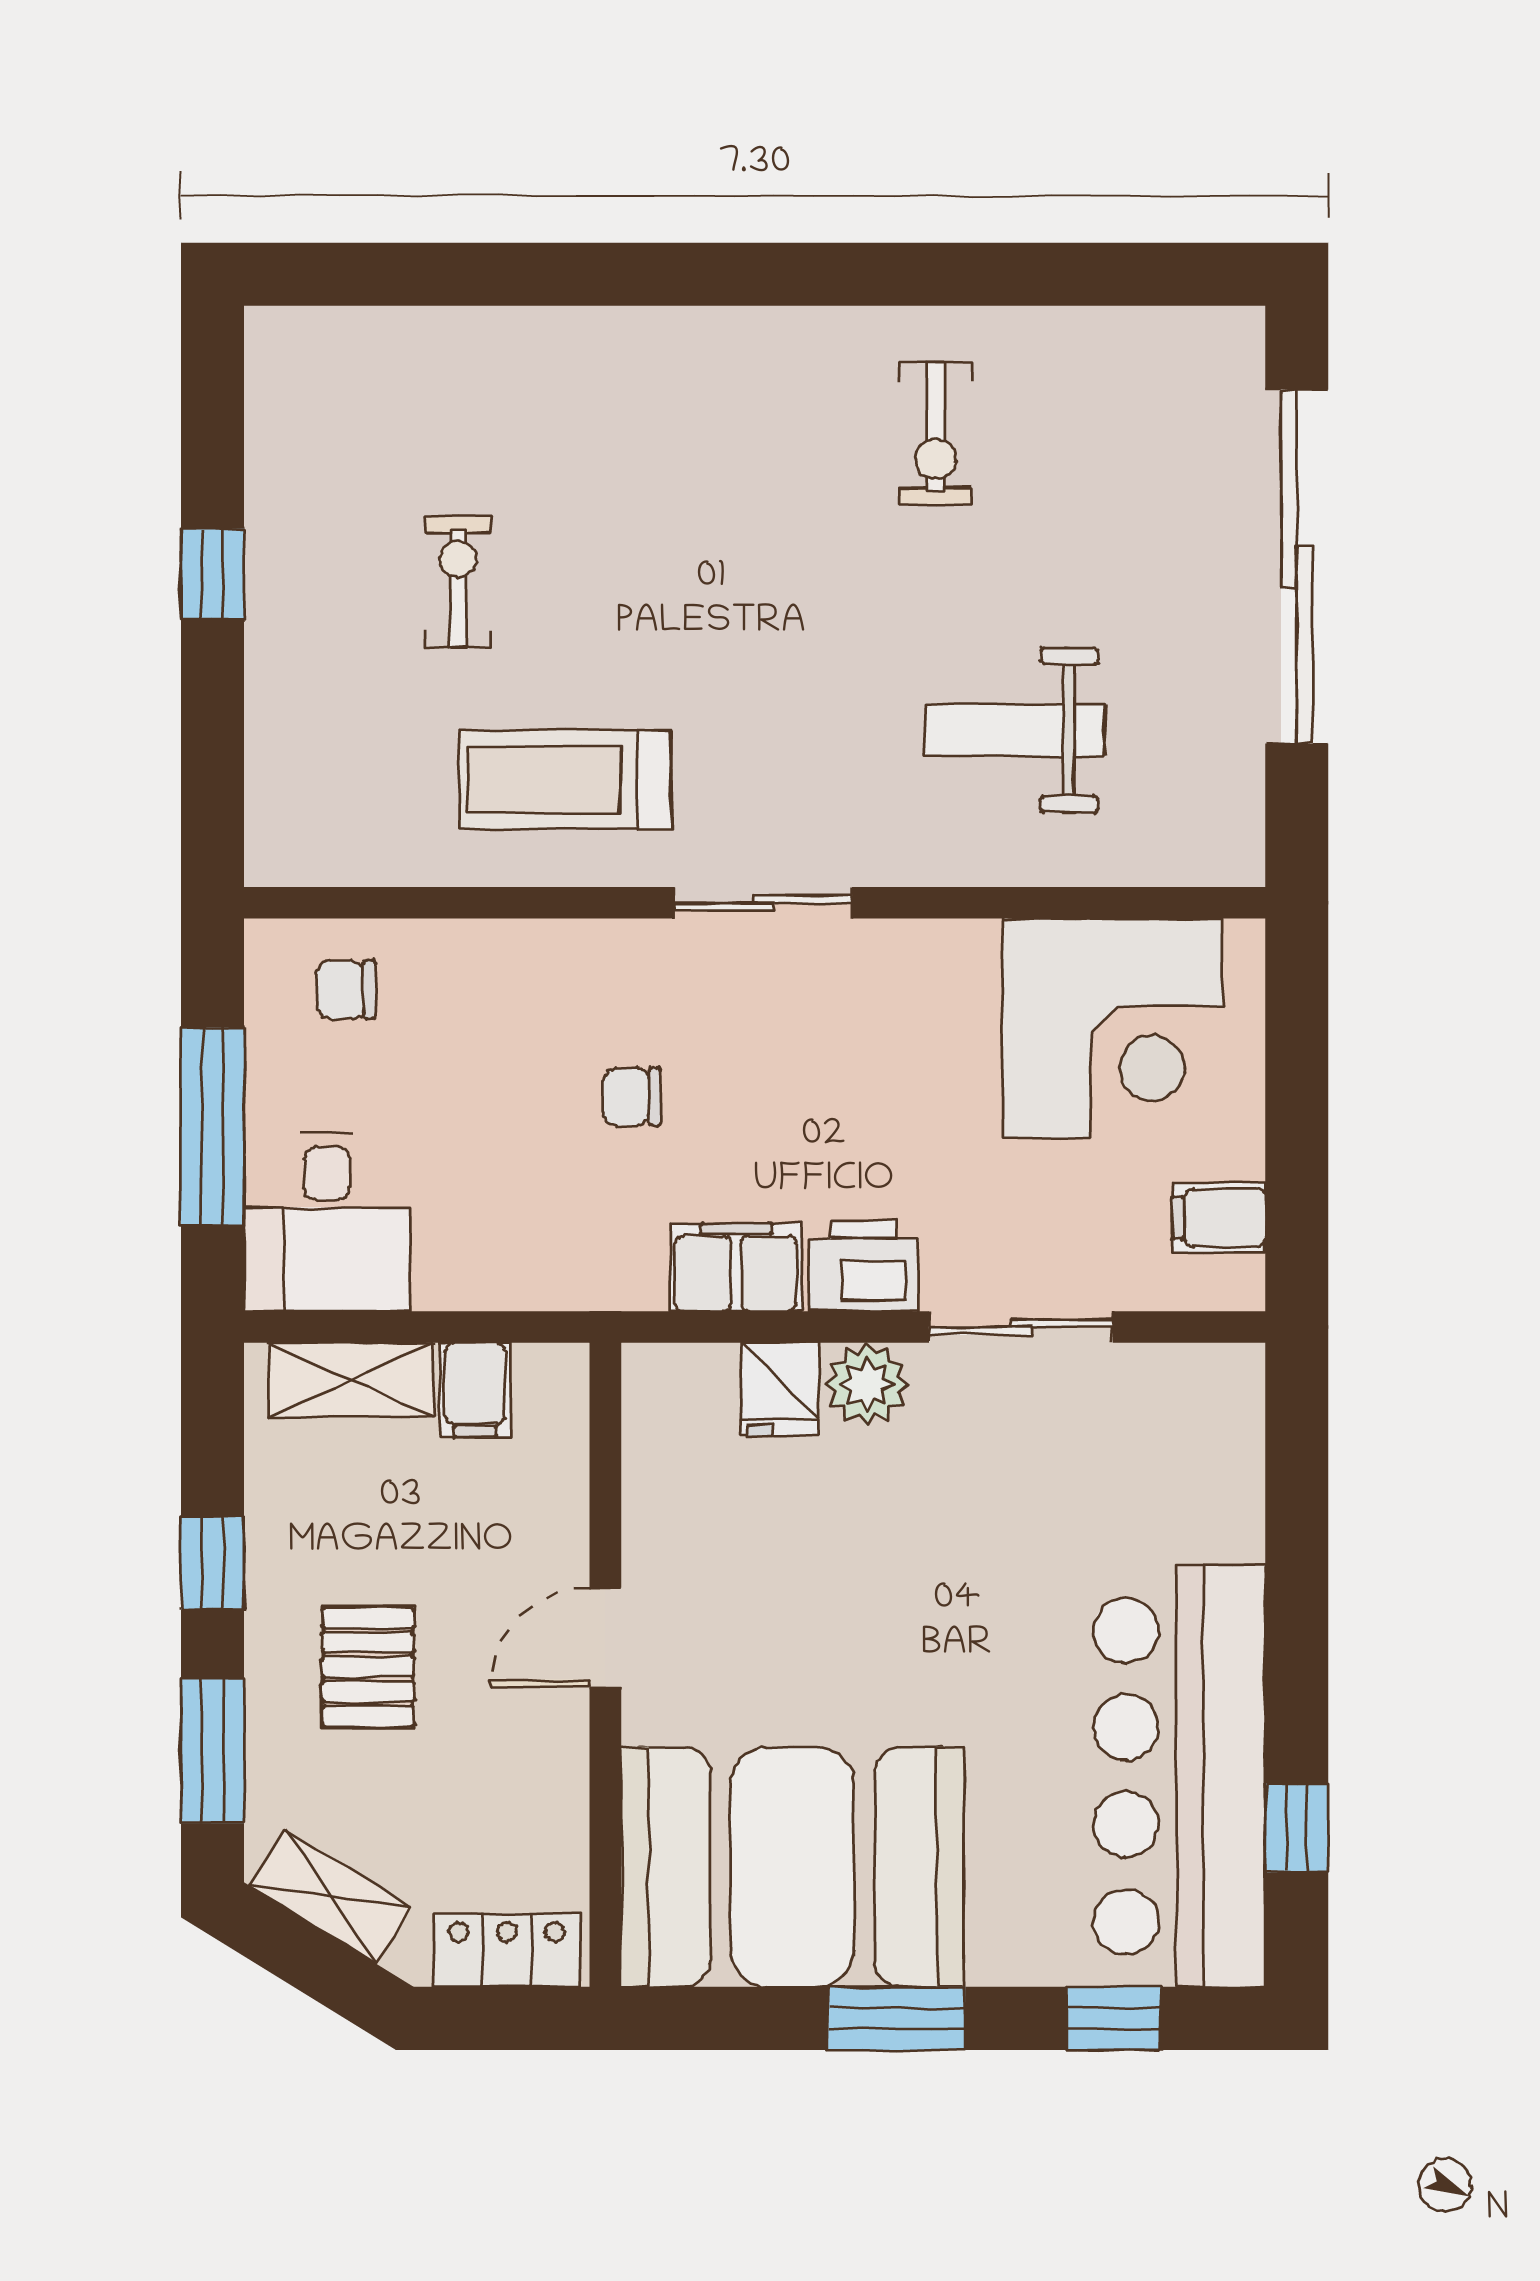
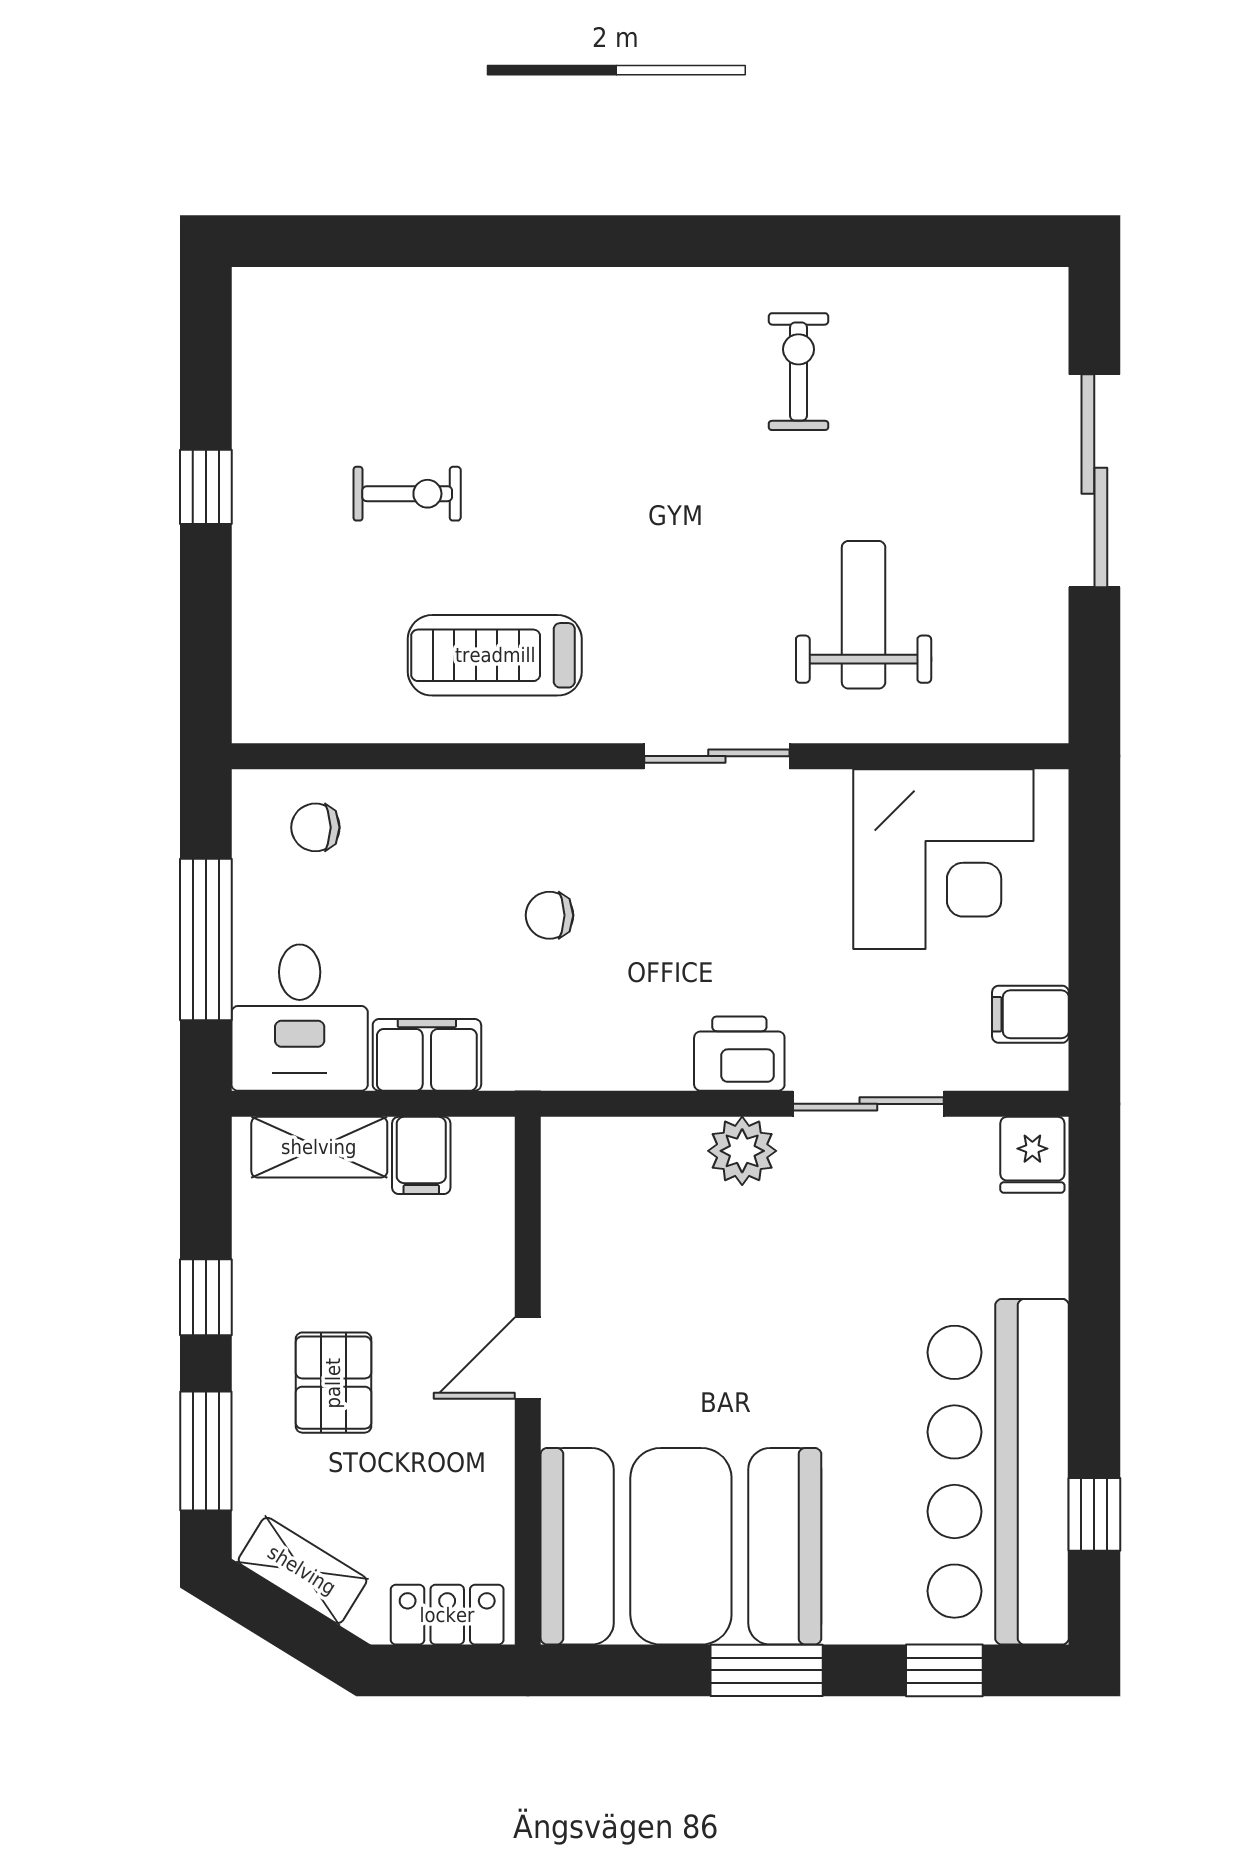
exercise bike: (936, 433) -> (799, 372), turned 180
sliding door: (1297, 567) -> (1094, 481), width x0.73
exercise bike: (458, 582) -> (407, 494), turned 90
weight bench: (1015, 730) -> (864, 615), turned 90
sliding door: (763, 903) -> (717, 756), moved
filing cabinet: (736, 1267) -> (427, 1055), moved
fridge: (780, 1389) -> (1032, 1155), moved

